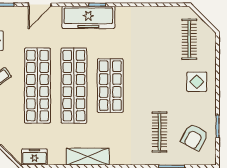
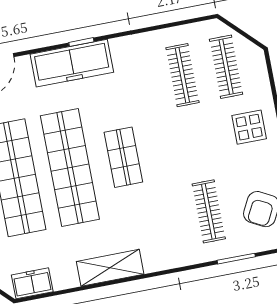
clothes rail: (159, 39) -> (182, 75), added
shop shelf: (110, 86) -> (123, 157), width x0.70, depth x0.74

